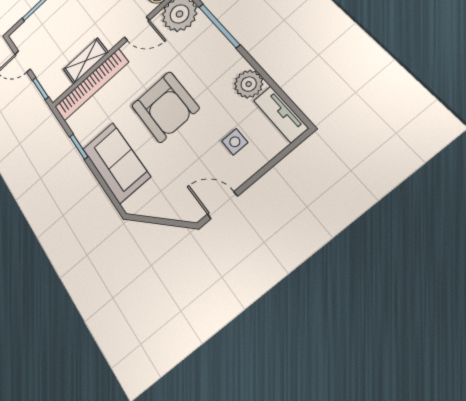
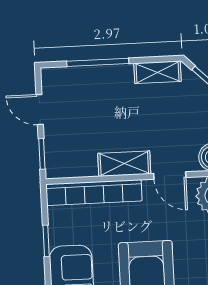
shelving: (86, 61) -> (124, 164), moved

